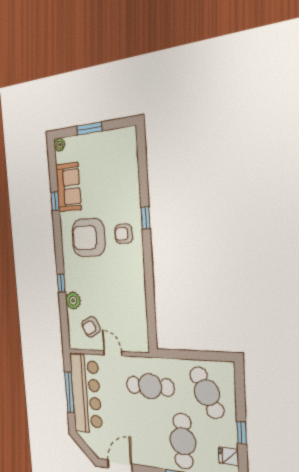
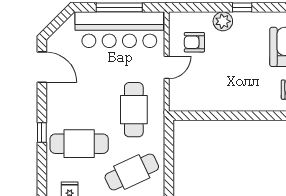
armchair: (91, 327) -> (194, 42), turned -63

